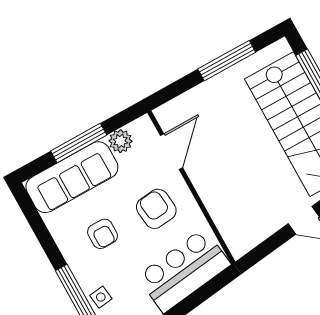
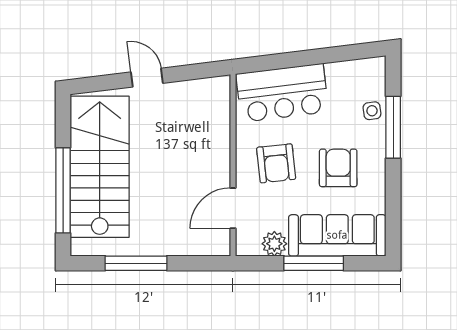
armchair: (102, 234) -> (338, 168), width x1.38, depth x1.38

